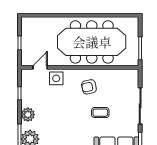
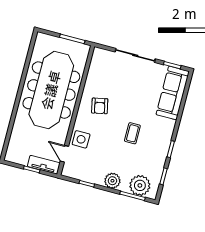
tv unit: (26, 52) -> (44, 165), added
coffee table: (100, 113) -> (132, 133), moved

